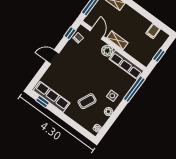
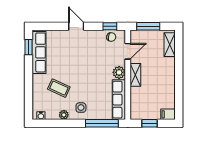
filing cabinet: (153, 31) -> (168, 114), moved

